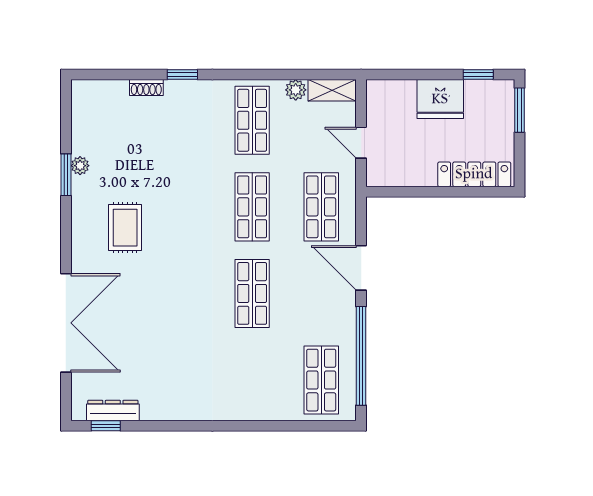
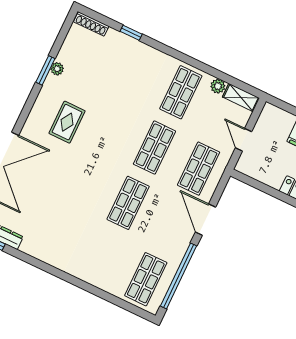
window: (182, 75) -> (131, 33), moved
shoe rack: (146, 88) -> (91, 24), moved, width x1.43

